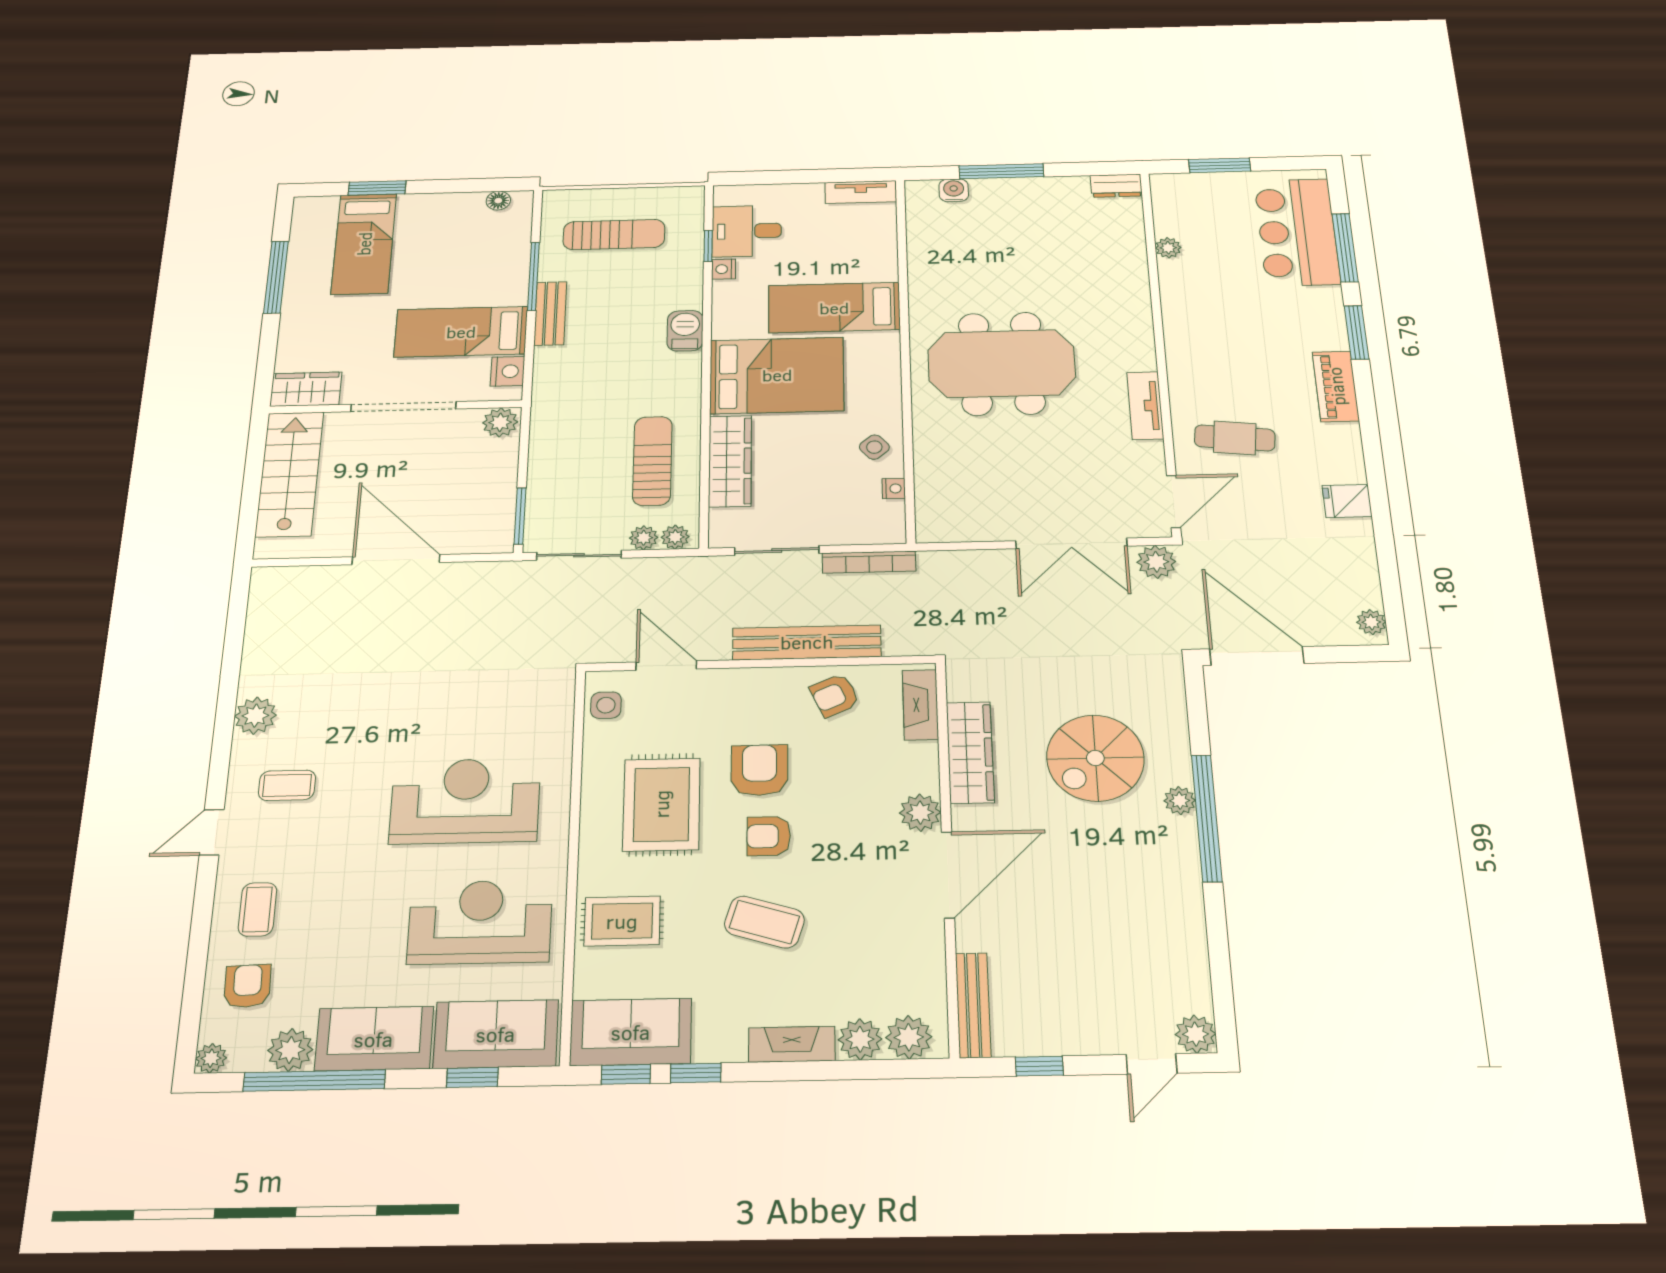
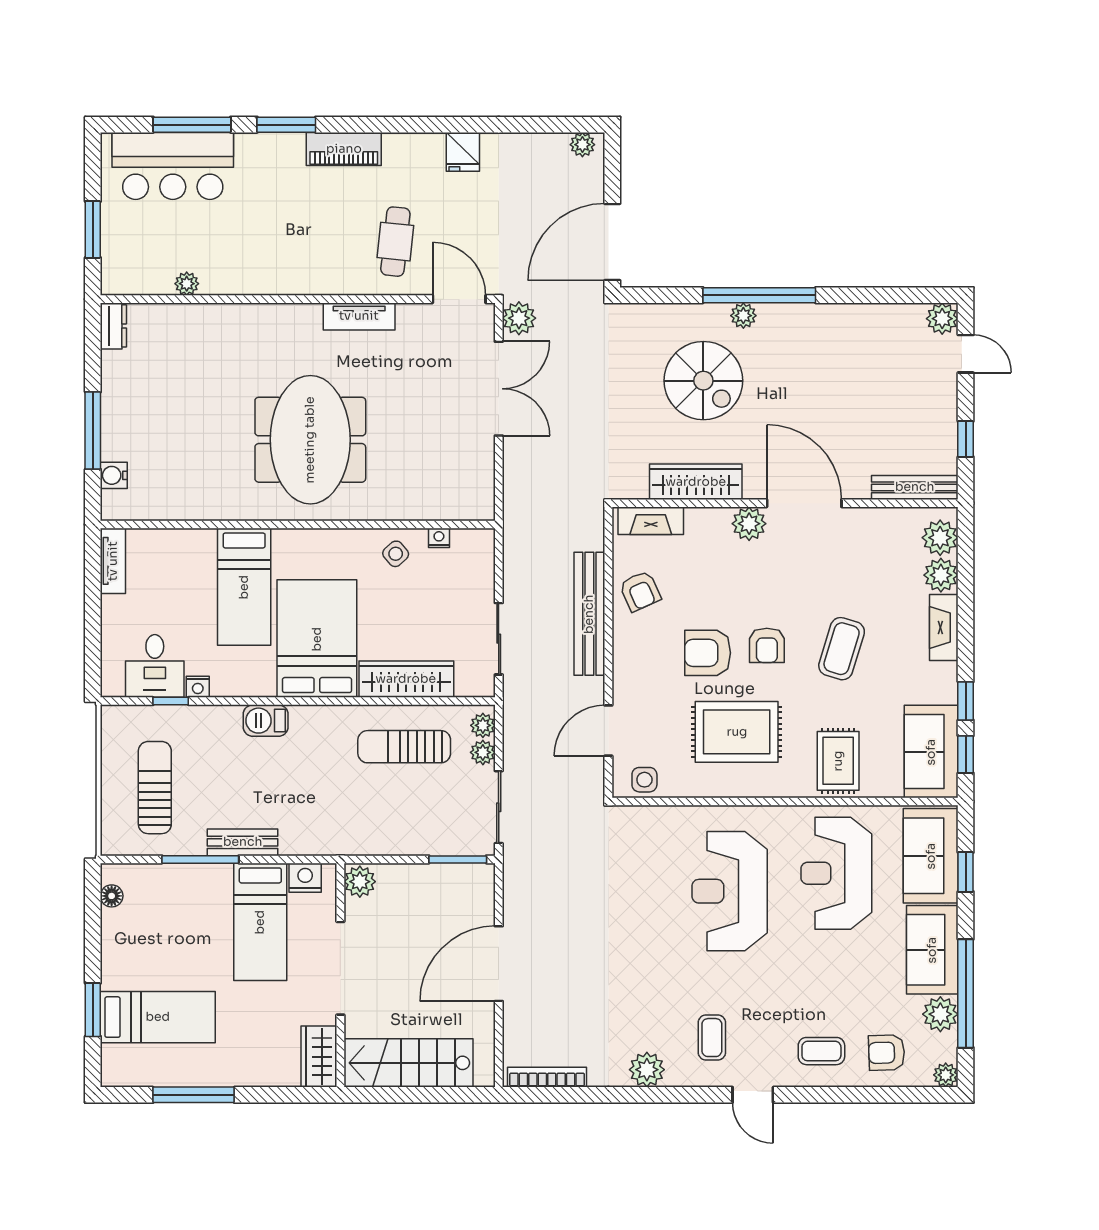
bookcase: (869, 562) -> (547, 1077), moved, turned -90

